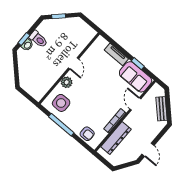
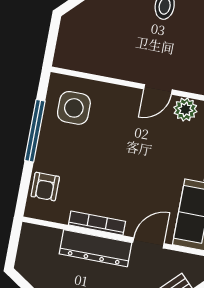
plant: (67, 82) -> (185, 109), moved
dresser: (116, 138) -> (96, 248), moved

